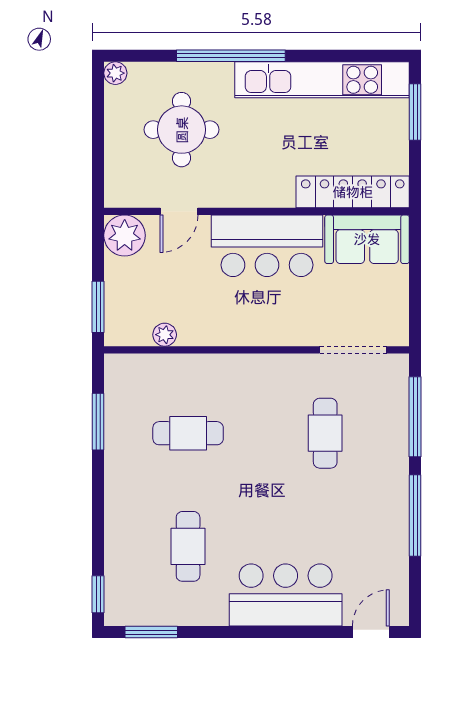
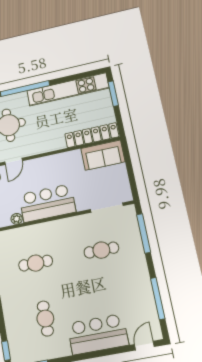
bar counter: (267, 246) -> (47, 203), moved, turned 180
cafe table: (325, 433) -> (101, 250), turned 90
window: (415, 516) -> (158, 298), moved

